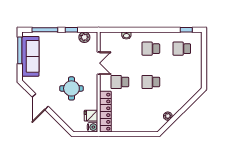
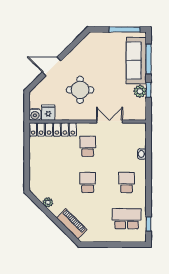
plant: (84, 37) -> (140, 91), moved
school desk: (182, 49) -> (127, 219), width x1.85
sofa: (30, 56) -> (136, 61), moved, turned 90
double door: (99, 63) -> (110, 122), swing flipped
piano: (186, 96) -> (72, 224), added
door: (40, 102) -> (52, 66), moved

